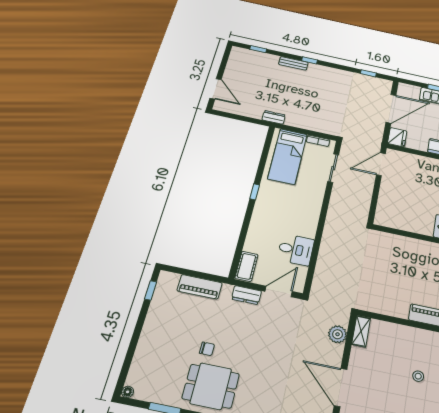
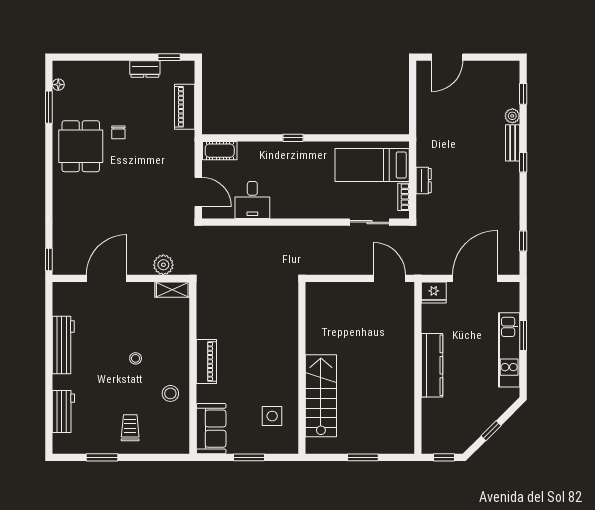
plant: (273, 59) -> (512, 116), added
door: (391, 109) -> (475, 278), swing flipped
dresser: (274, 117) -> (424, 181), moved
window: (255, 192) -> (293, 138), moved
dresser: (246, 295) -> (145, 69), moved, turned -90
floor lamp: (128, 392) -> (58, 85), moved

